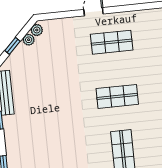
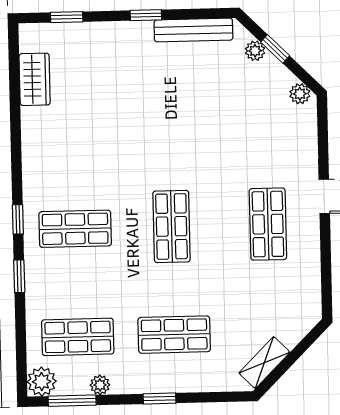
plant: (29, 40) -> (255, 51), moved

